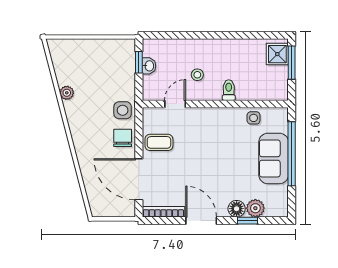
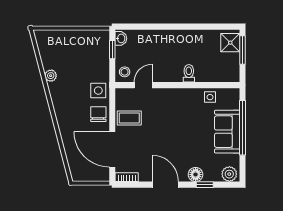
washbasin: (149, 66) -> (121, 38), moved
stool: (197, 75) -> (125, 72), moved
plant: (255, 208) -> (229, 174), moved
bookcase: (163, 212) -> (127, 177), width x0.64

